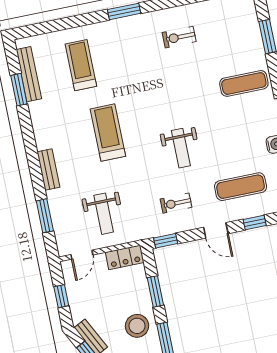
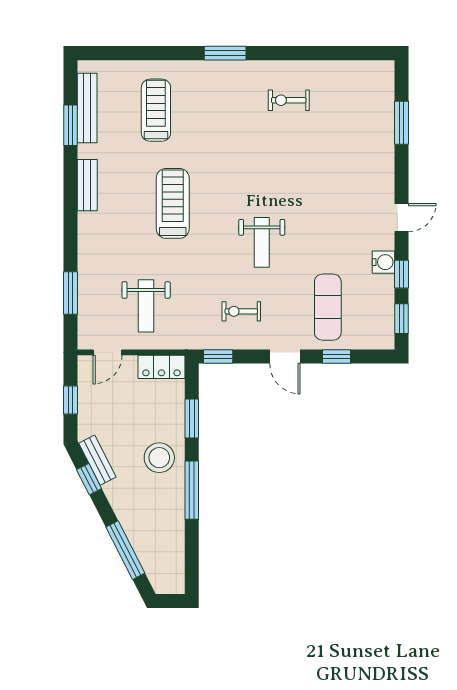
exercise mat: (244, 83) -> (359, 176), removed
bench: (48, 169) -> (87, 185), moved
exercise mat: (241, 187) -> (328, 307), turned 90

